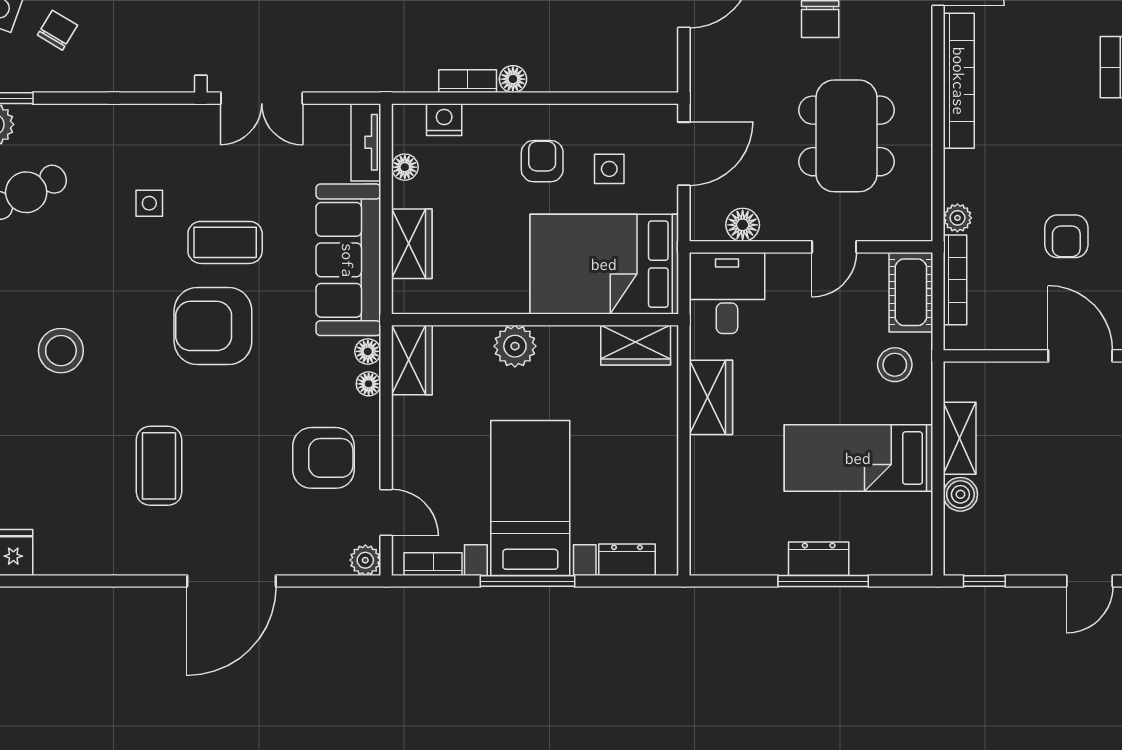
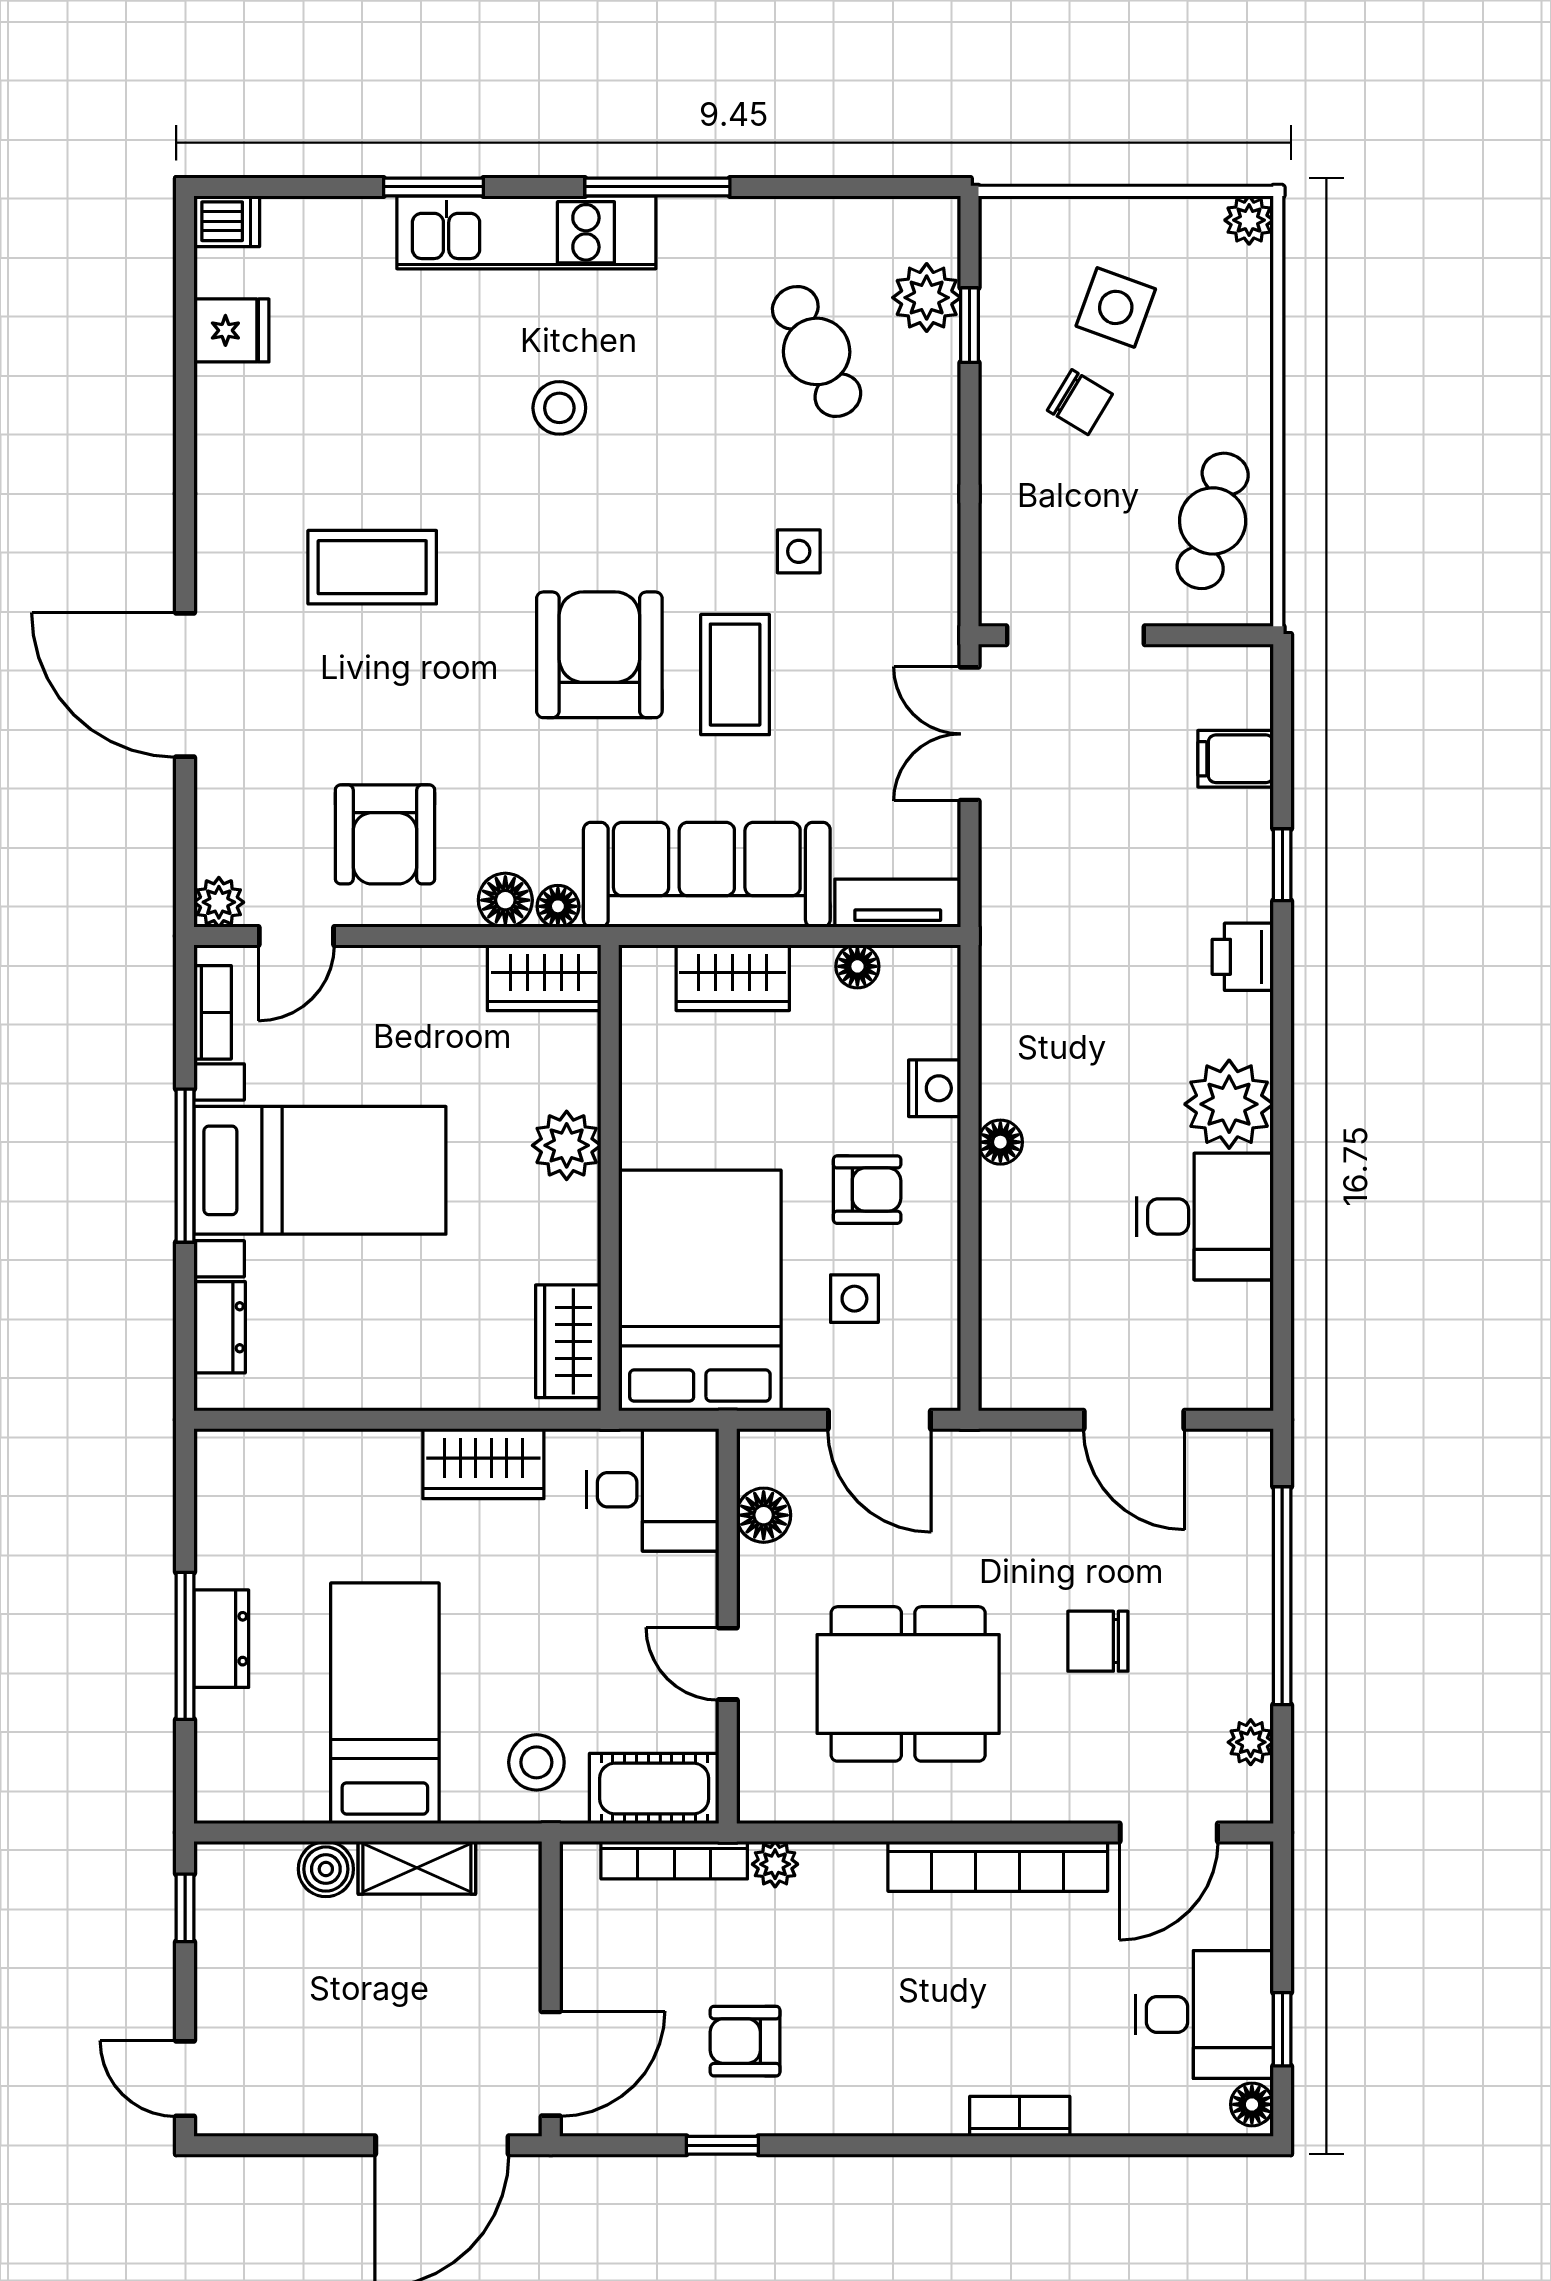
bookcase: (468, 81) -> (997, 1068), removed
nightstand: (444, 120) -> (935, 1088), moved
stool: (61, 351) -> (559, 408), width x0.73, depth x0.73
floor lamp: (369, 384) -> (505, 900), width x1.37, depth x1.37

